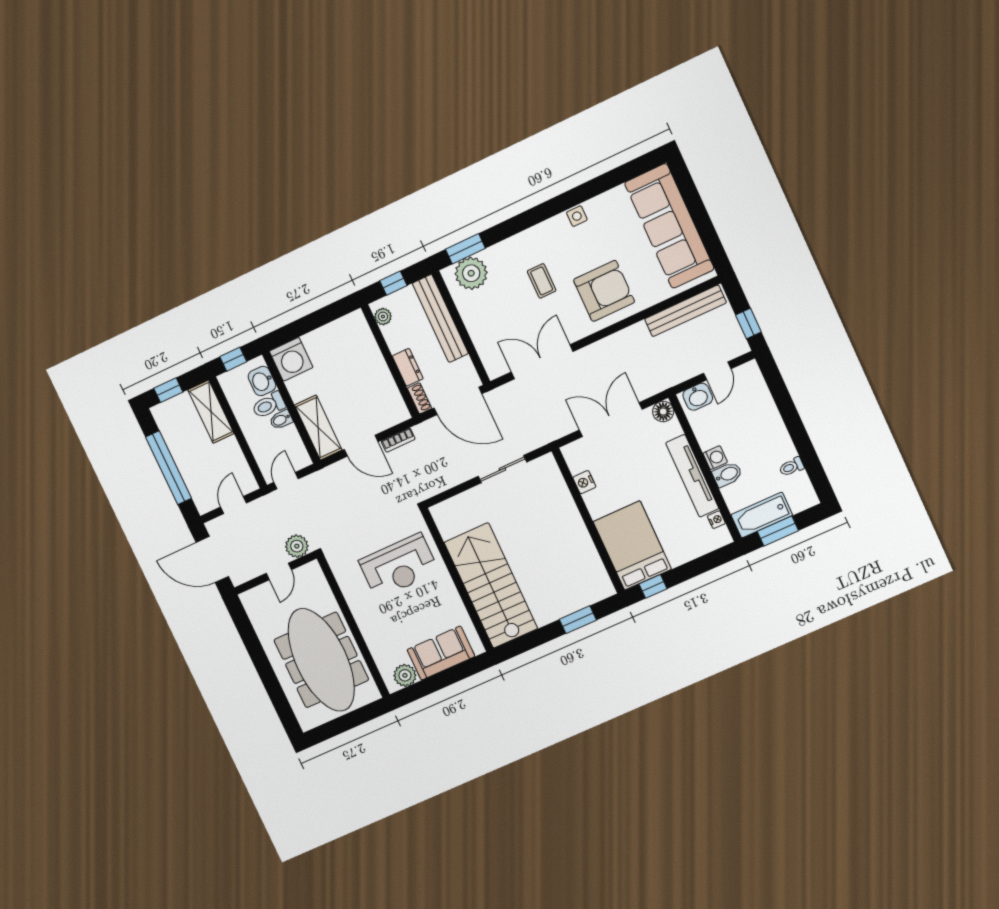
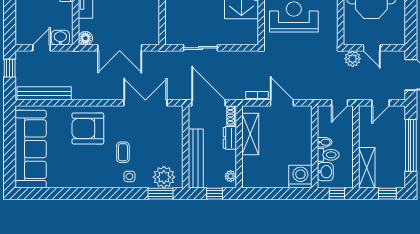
side table: (577, 216) -> (129, 176), moved
double door: (542, 362) -> (145, 103), swing flipped
shelving: (318, 428) -> (250, 134), moved
nightstand: (584, 482) -> (154, 17), removed
door: (279, 571) -> (372, 48), swing flipped

